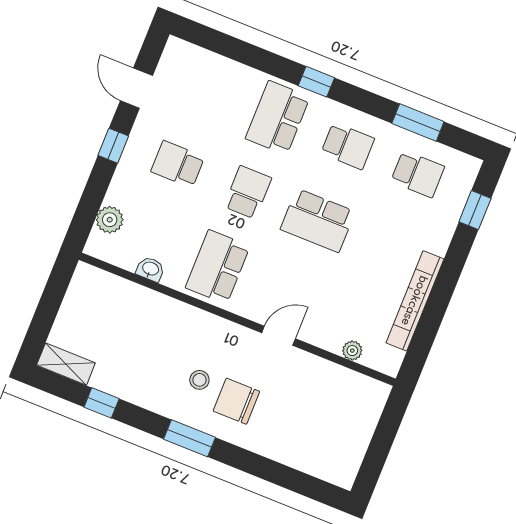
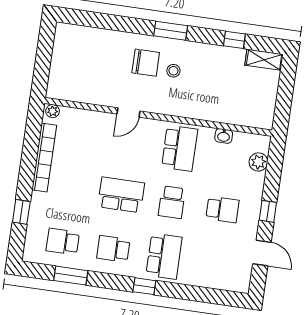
window: (475, 210) -> (21, 212), moved
plant: (352, 351) -> (53, 111), moved

